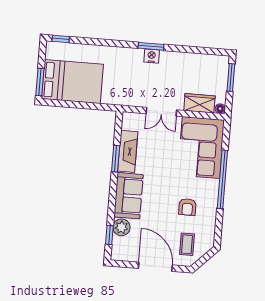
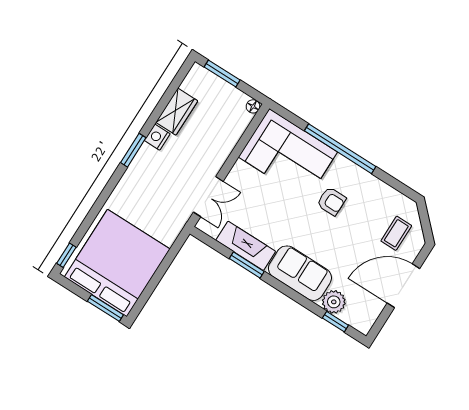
nightstand: (152, 56) -> (157, 137), moved
bed: (72, 82) -> (117, 263), width x1.36
wardrobe: (199, 103) -> (177, 112), moved, turned 180
double door: (161, 112) -> (208, 197), moved
armchair: (187, 207) -> (331, 201), moved
coffee table: (187, 244) -> (396, 233), turned 90

